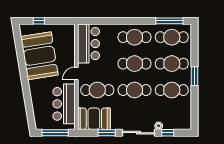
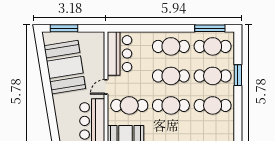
window: (39, 21) -> (64, 28), width x2.17
window: (194, 76) -> (238, 75), moved

